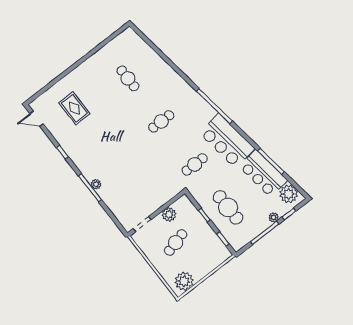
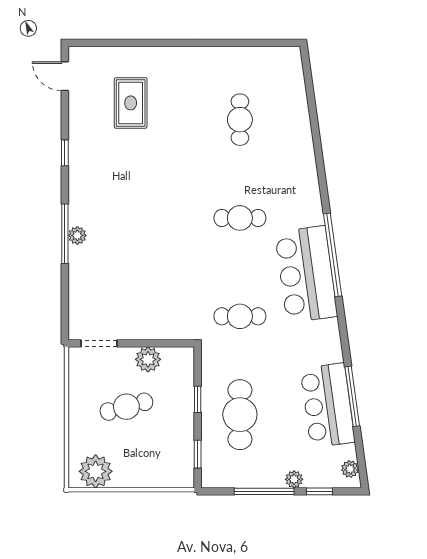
bar counter: (227, 141) -> (306, 274), moved
plant: (289, 194) -> (350, 469), width x0.53, depth x0.53

